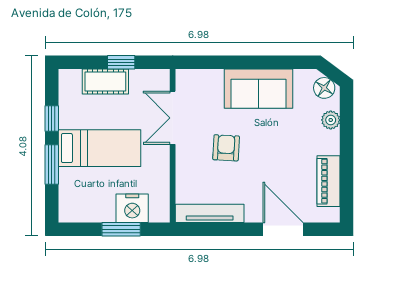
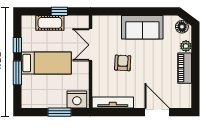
piano: (329, 181) -> (185, 68), moved
nightstand: (132, 208) -> (77, 99), moved

